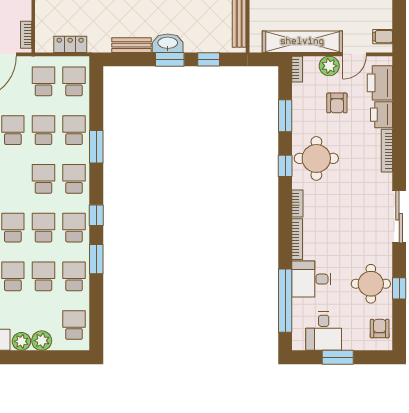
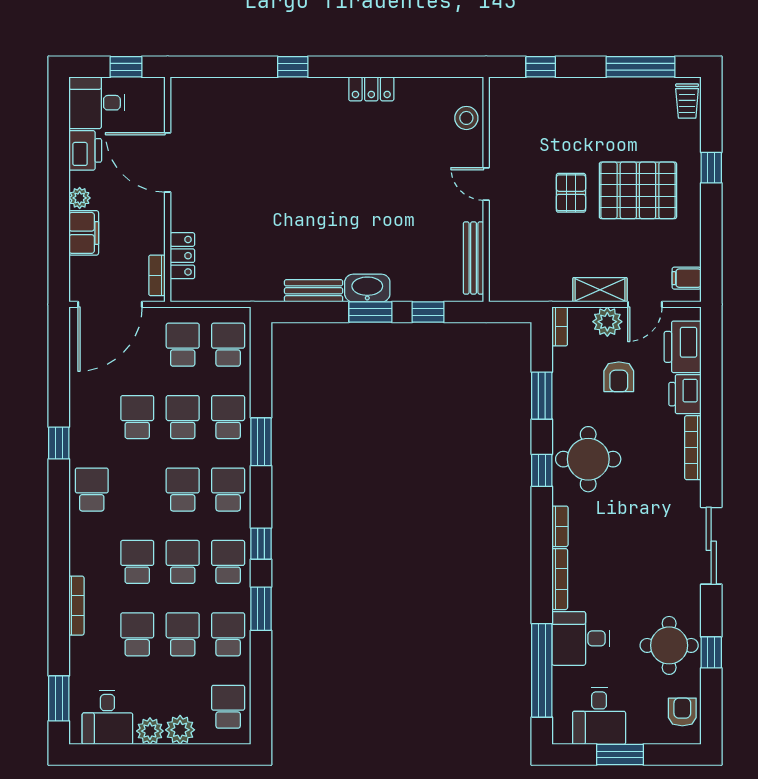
shelving: (302, 42) -> (600, 290), width x0.45, depth x0.75
locker: (70, 44) -> (182, 256), moved, turned 90

